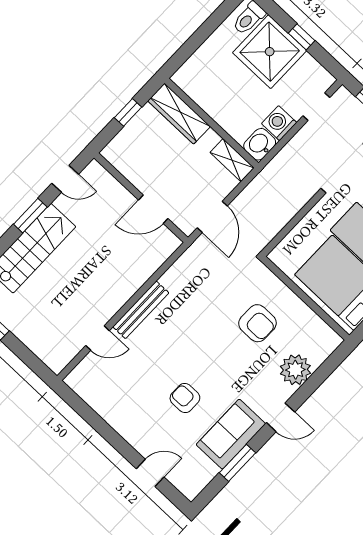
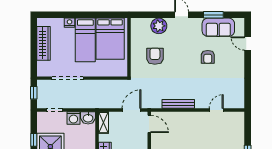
door: (153, 209) -> (149, 124), moved
bench: (141, 310) -> (178, 104), moved
door: (98, 338) -> (216, 110), hinge flipped
sofa: (231, 434) -> (218, 27), moved

